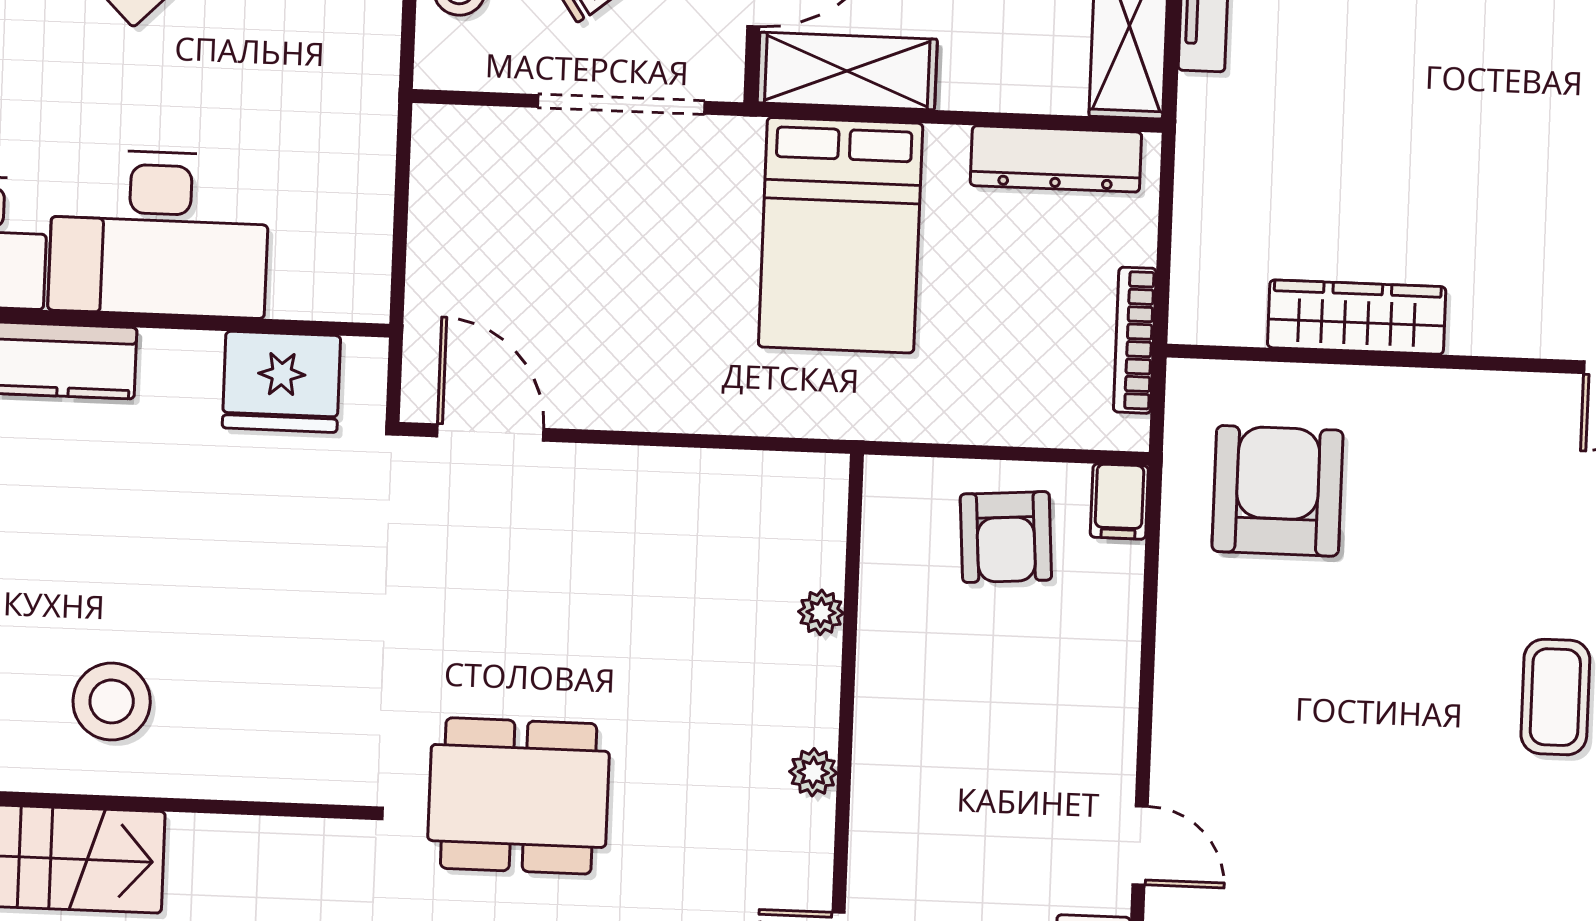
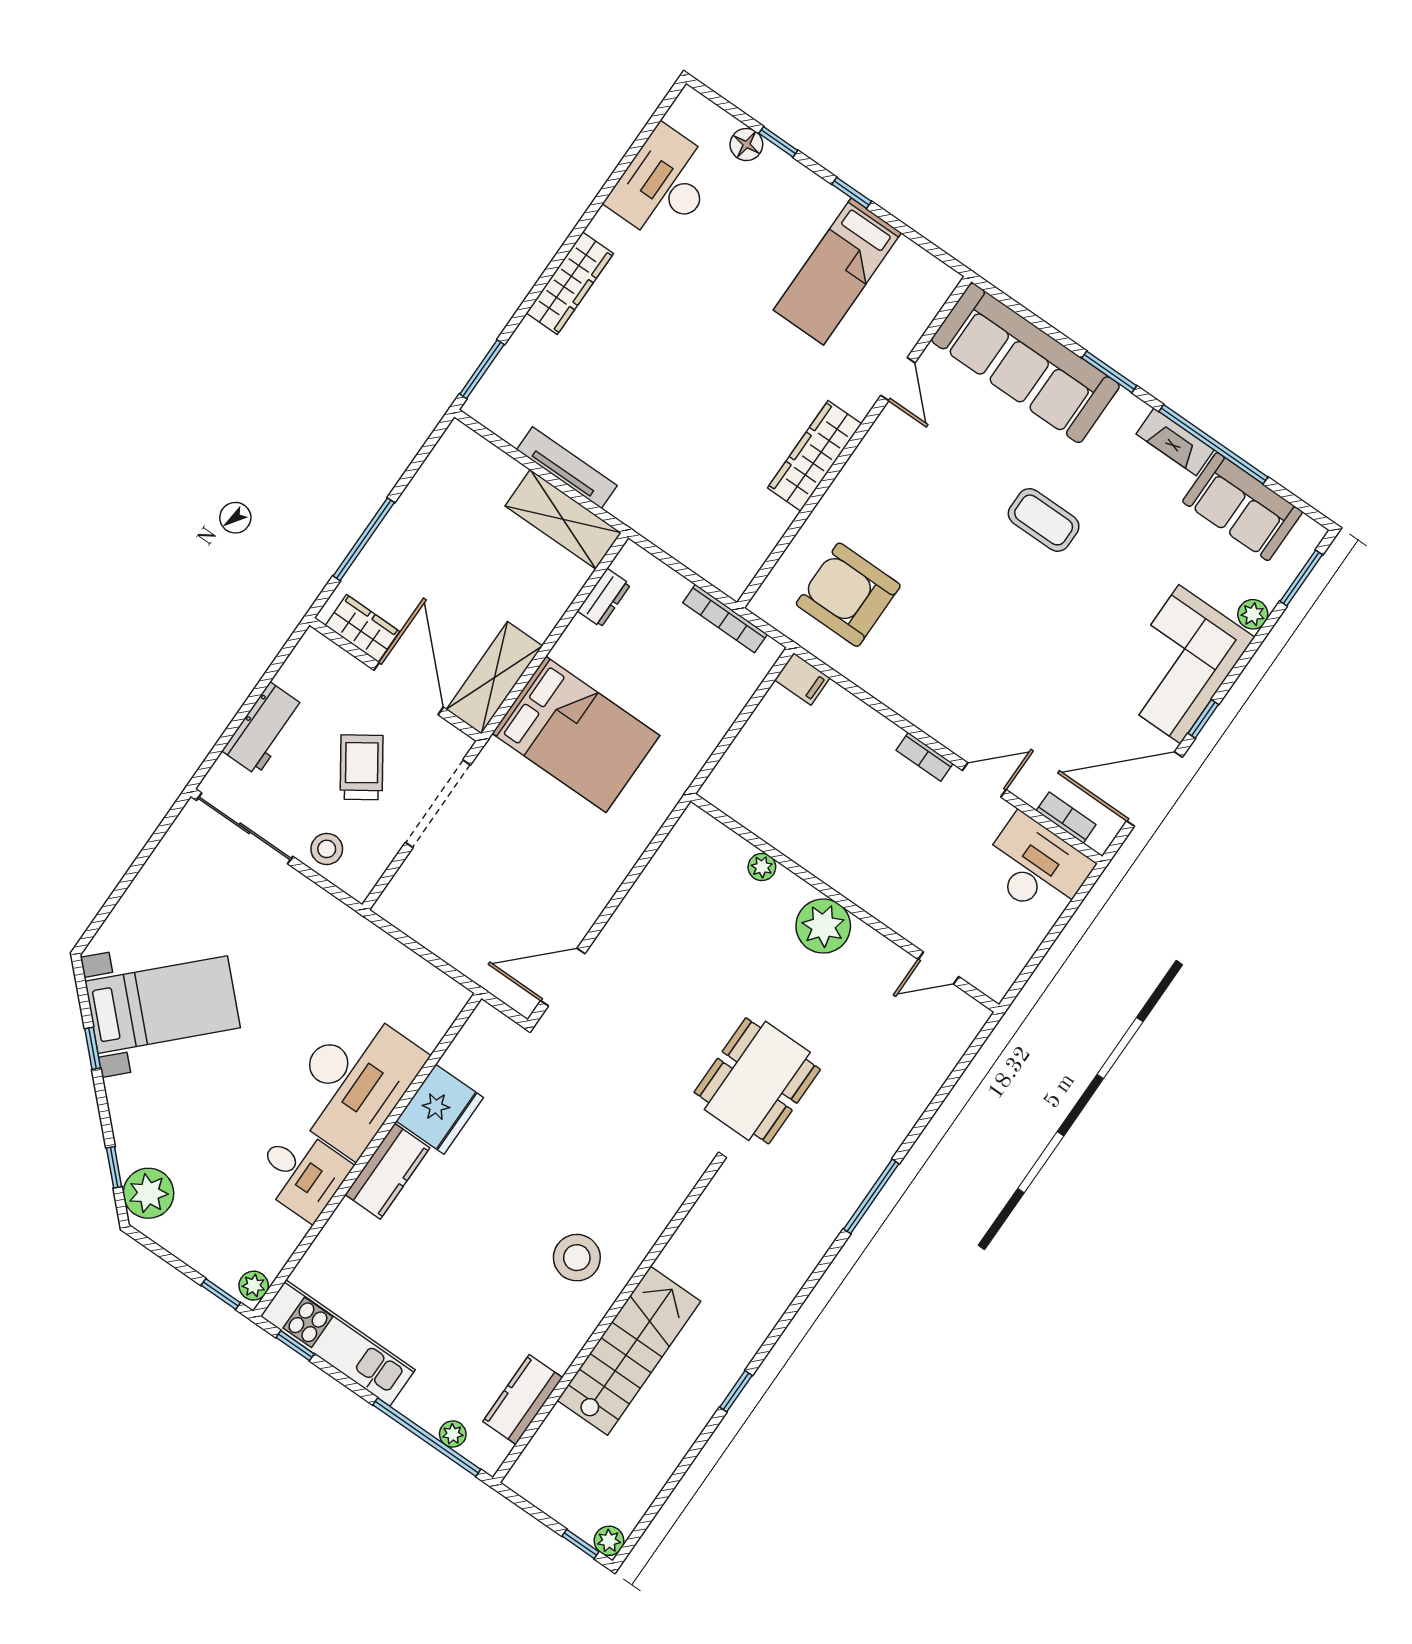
dresser: (1056, 159) -> (604, 598), width x0.51, depth x0.80
wardrobe: (1357, 317) -> (815, 456), moved
fridge: (281, 382) -> (440, 1109), moved
armchair: (1006, 537) -> (784, 748), removed
bookcase: (1119, 741) -> (925, 757), added
plant: (813, 772) -> (823, 926), width x1.87, depth x1.87

